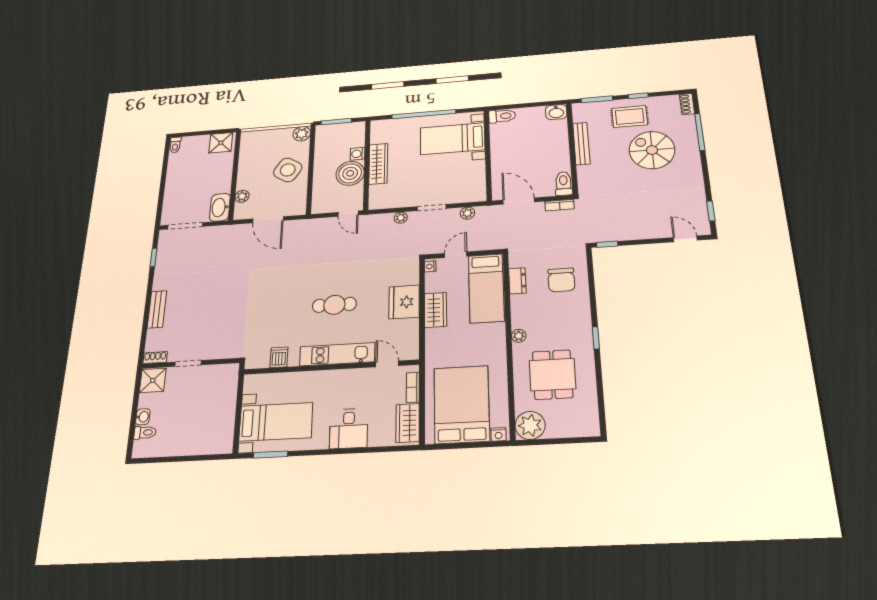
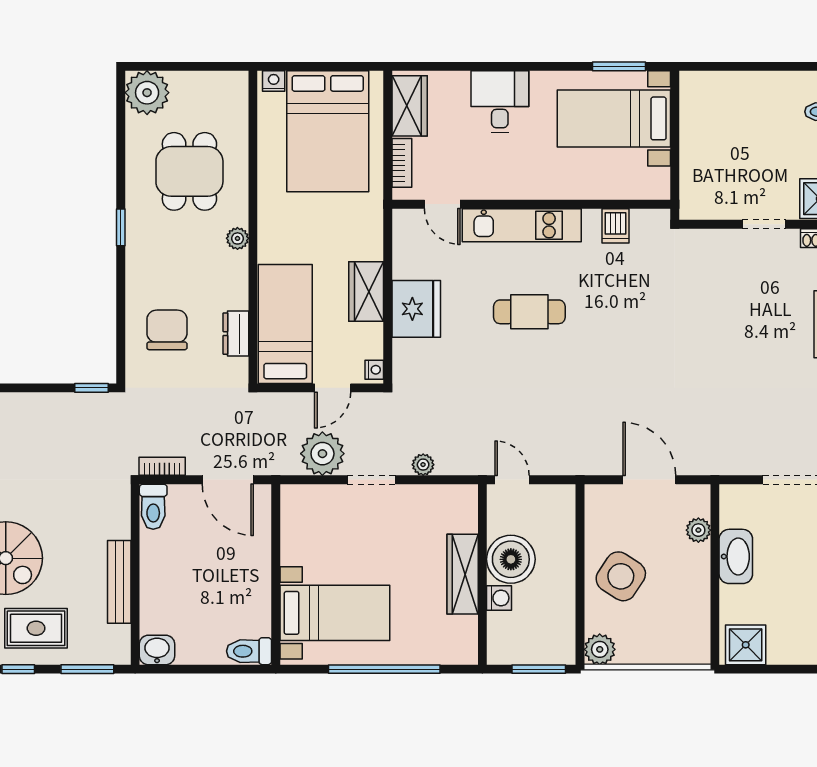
washbasin: (220, 207) -> (736, 556), moved
plant: (467, 213) -> (322, 454), width x1.88, depth x1.88
plant: (530, 425) -> (147, 93), moved

